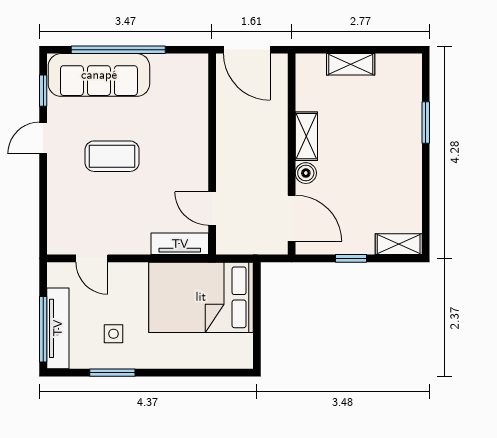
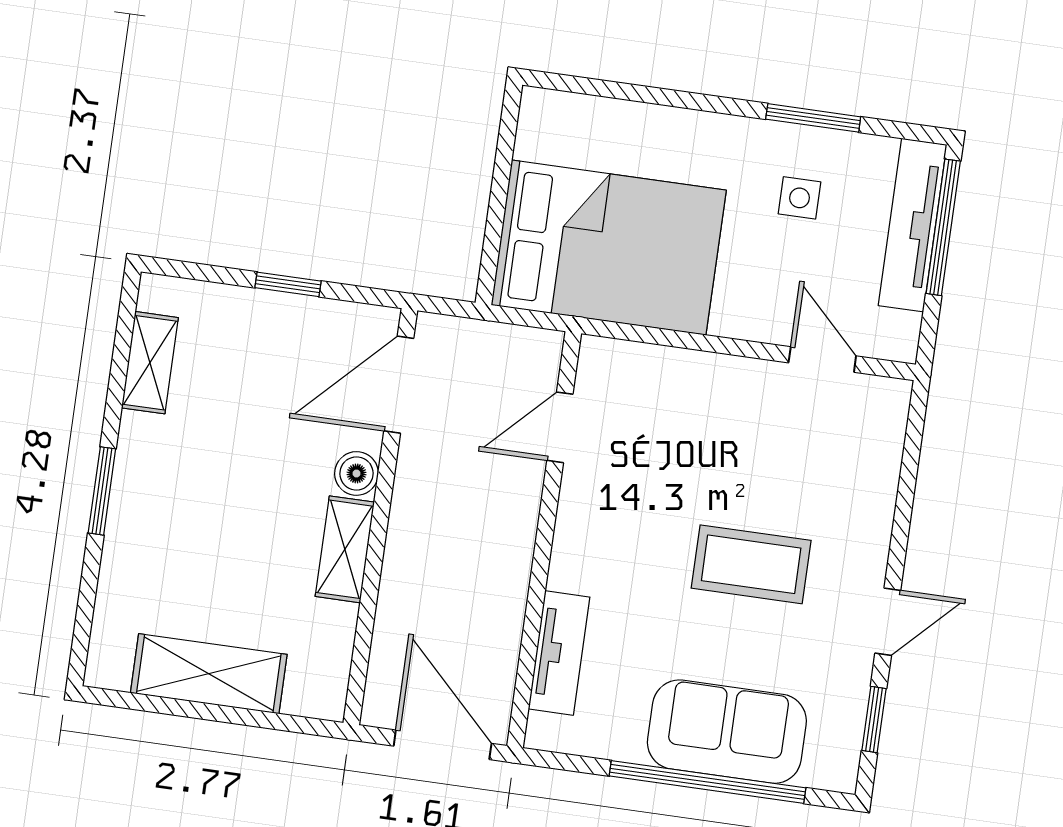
shelving: (351, 64) -> (209, 674), width x1.50, depth x1.33
sofa: (99, 75) -> (727, 732), width x0.73
window: (426, 122) -> (102, 491), moved
door: (212, 209) -> (560, 427), swing flipped
door: (292, 218) -> (399, 385), hinge flipped
tv unit: (180, 244) -> (559, 653), moved, turned -90
shelving: (399, 244) -> (150, 363), moved, turned 90

